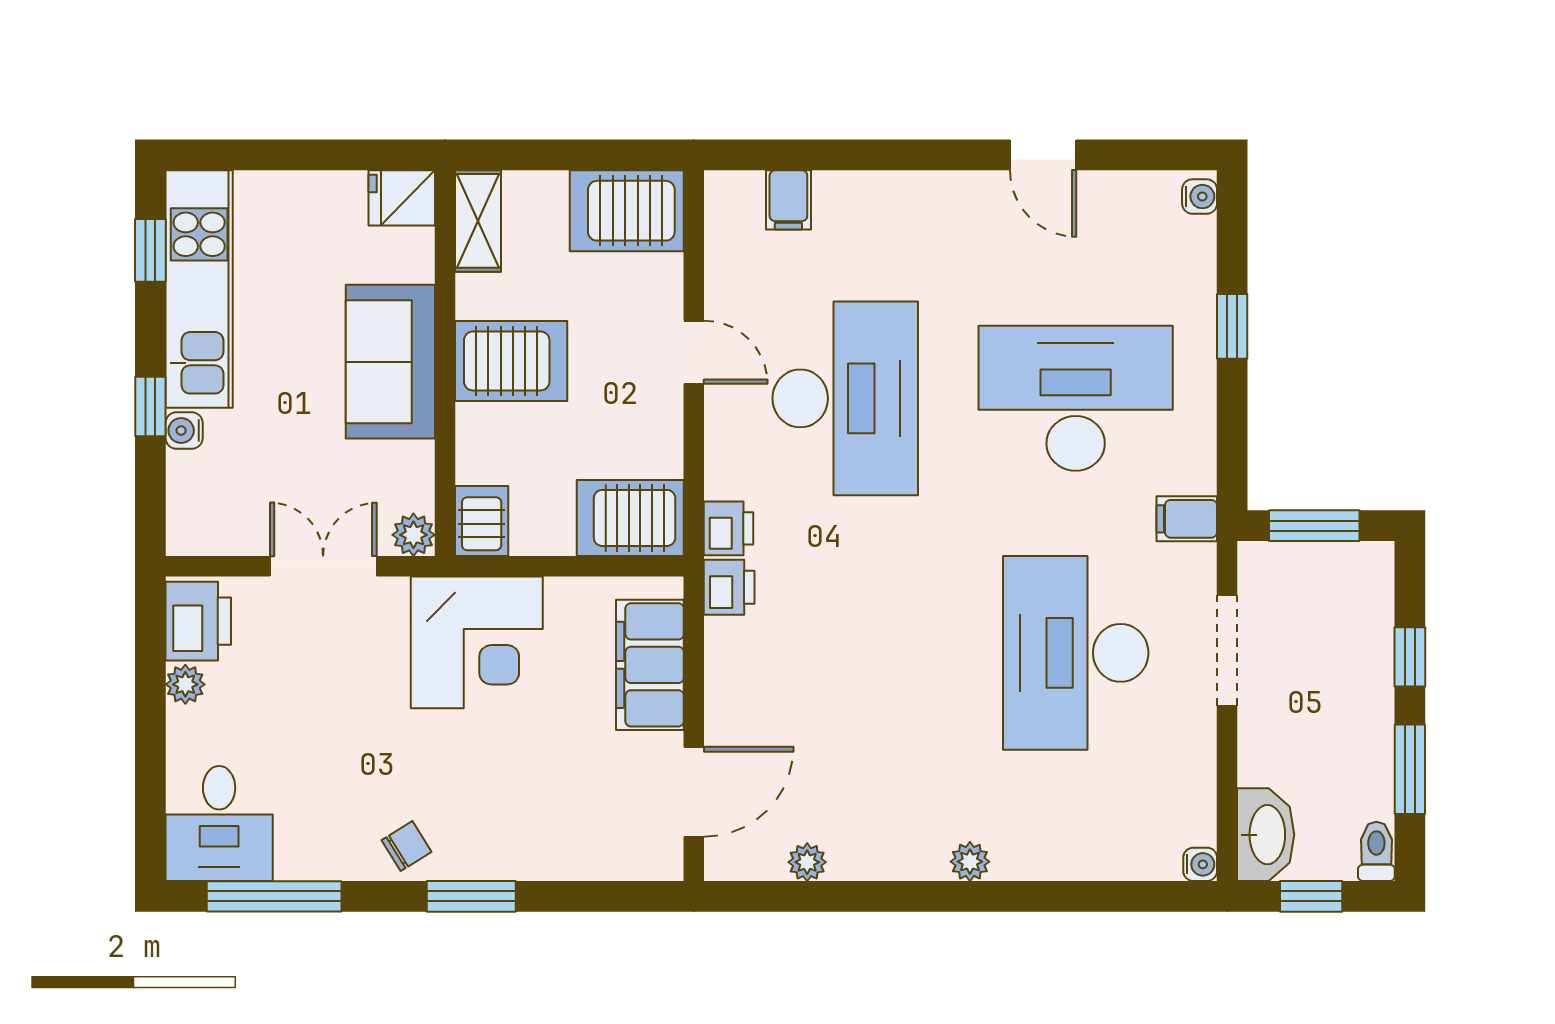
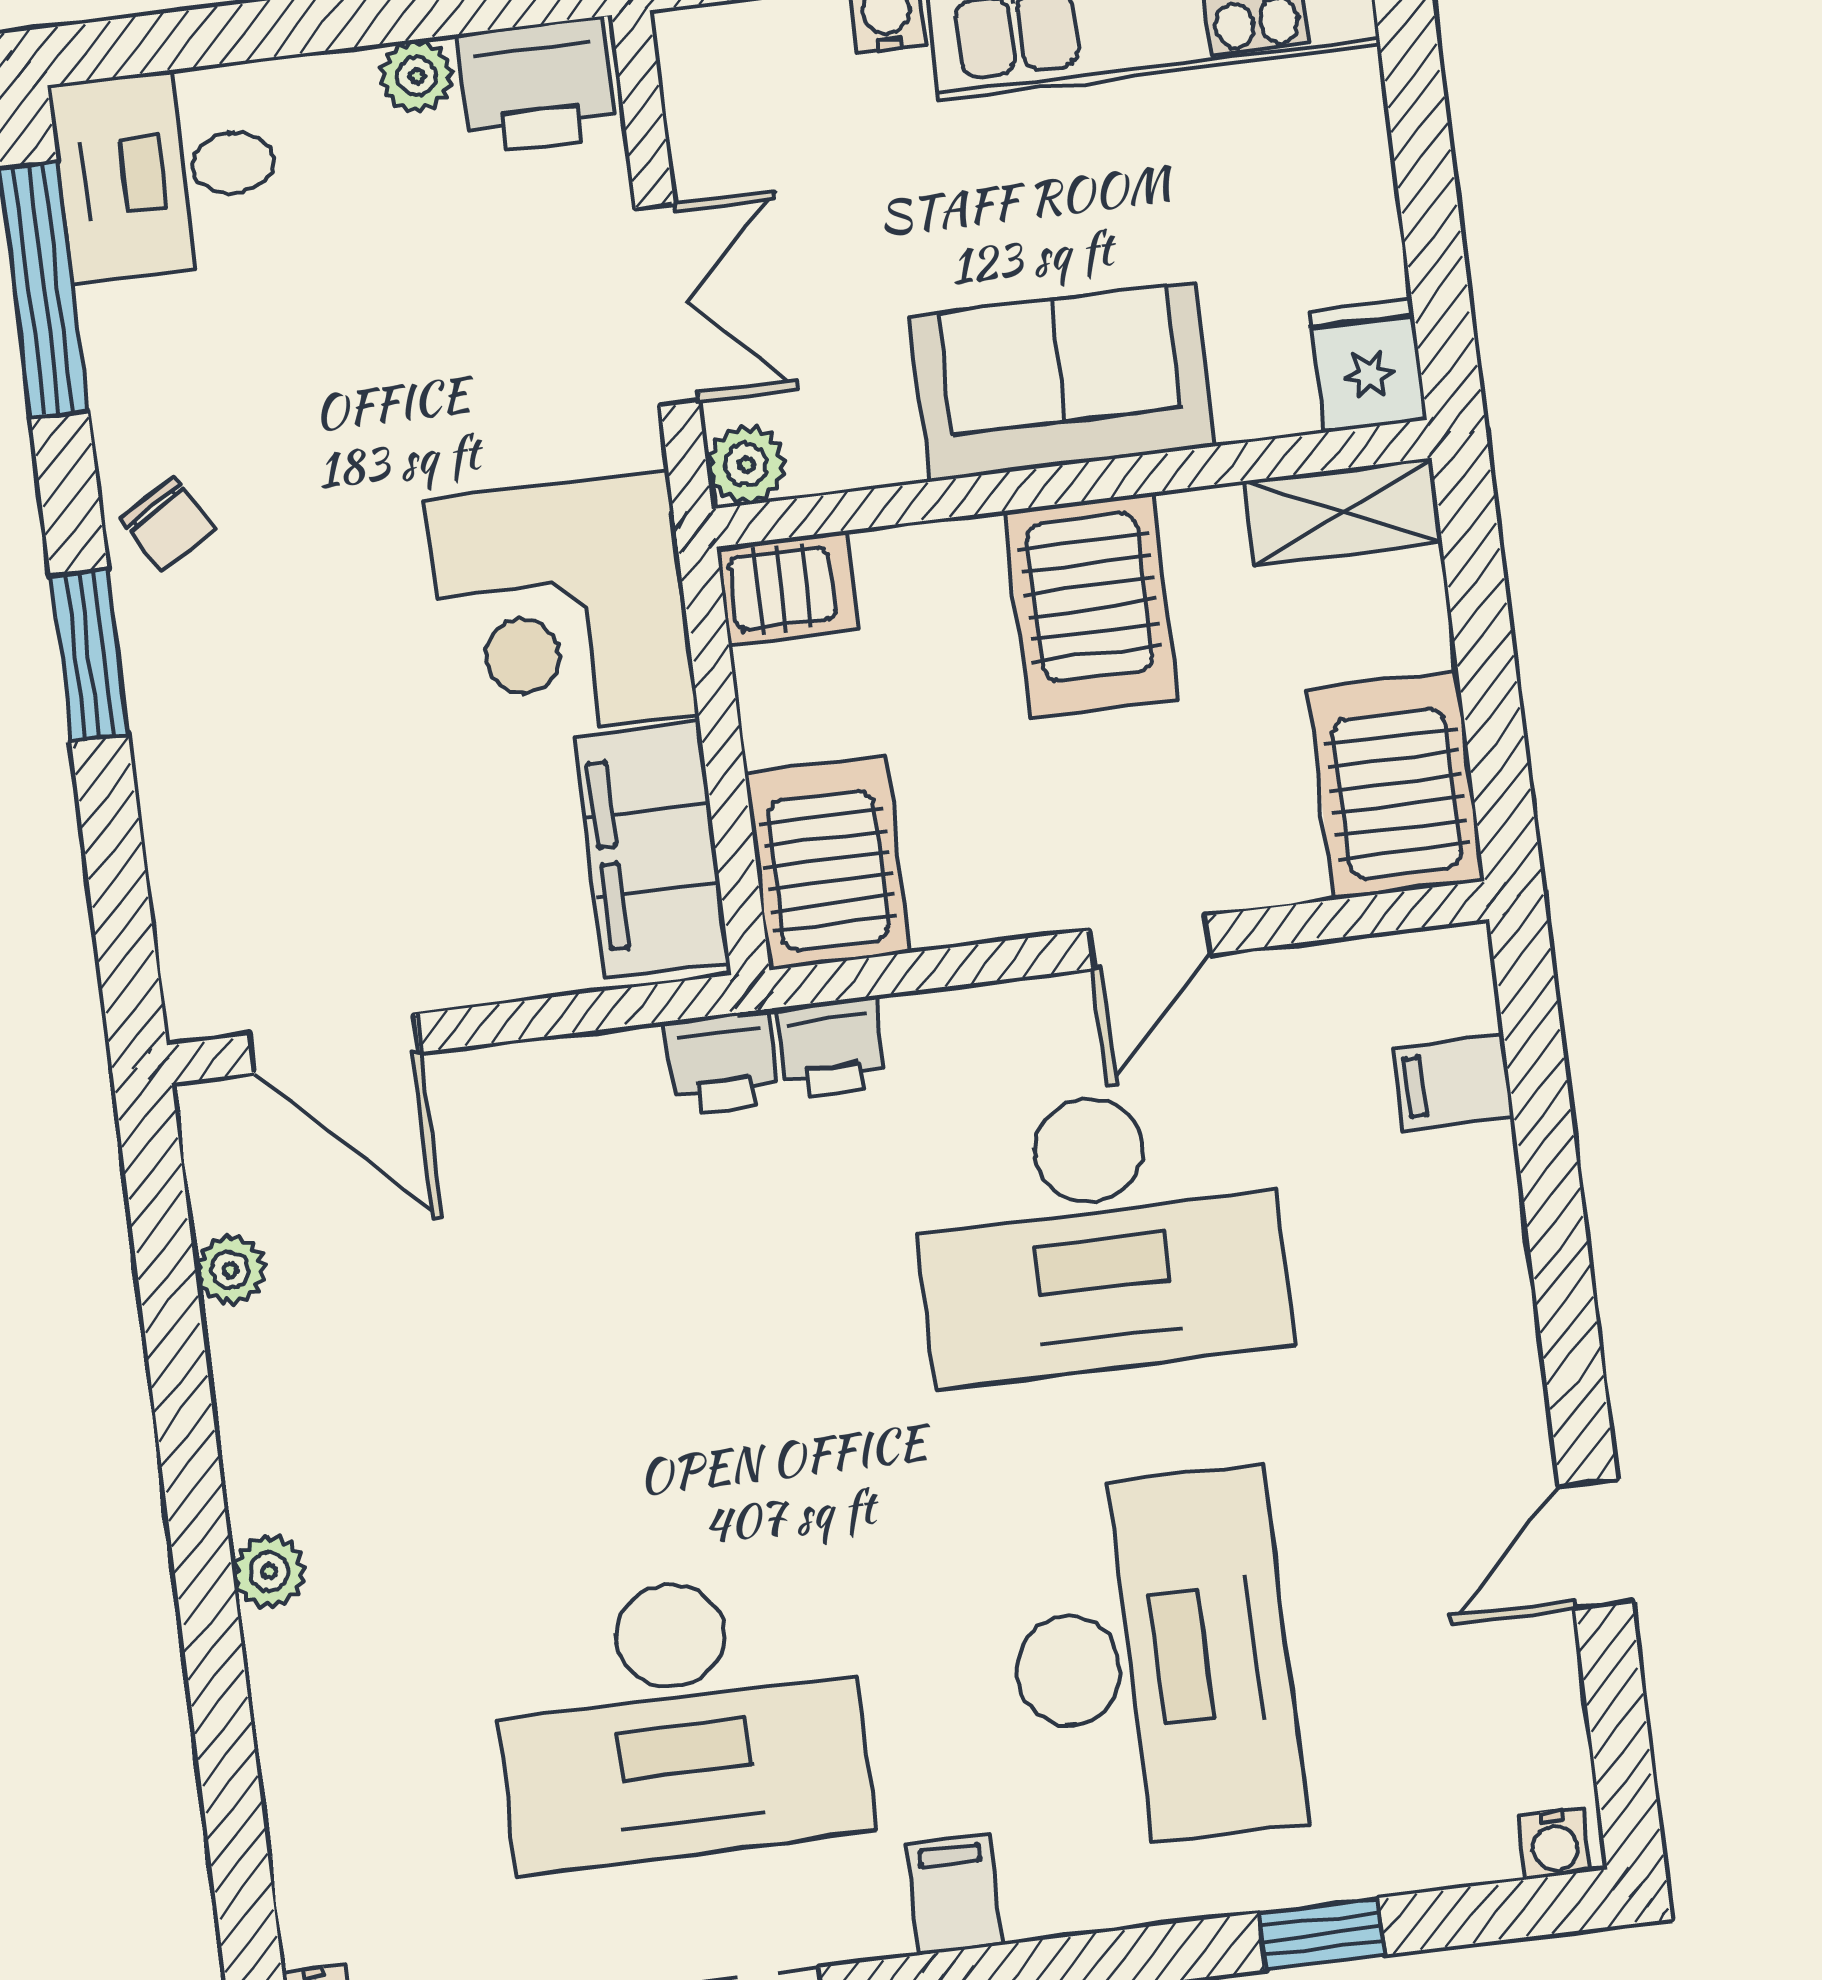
desk: (1076, 653) -> (680, 1719), turned 180
filing cabinet: (650, 665) -> (652, 850), moved, turned -90

